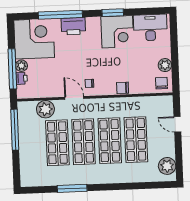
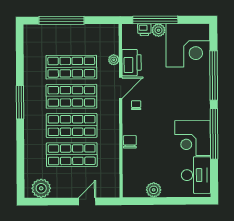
window: (113, 13) -> (214, 134), width x2.11
printer: (73, 26) -> (131, 63), moved, turned 180
chair: (162, 83) -> (134, 185), removed
plant: (45, 109) -> (114, 60), width x0.53, depth x0.53
window: (15, 130) -> (61, 20), moved
window: (72, 188) -> (20, 102), moved

